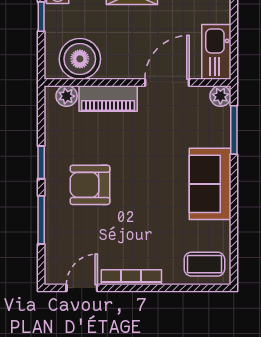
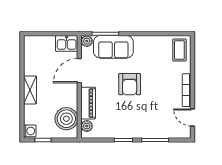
kitchen sink: (216, 52) -> (67, 43), width x0.73
door: (167, 82) -> (79, 71), hinge flipped
sofa: (210, 184) -> (113, 47), moved
armchair: (90, 185) -> (130, 84), moved

